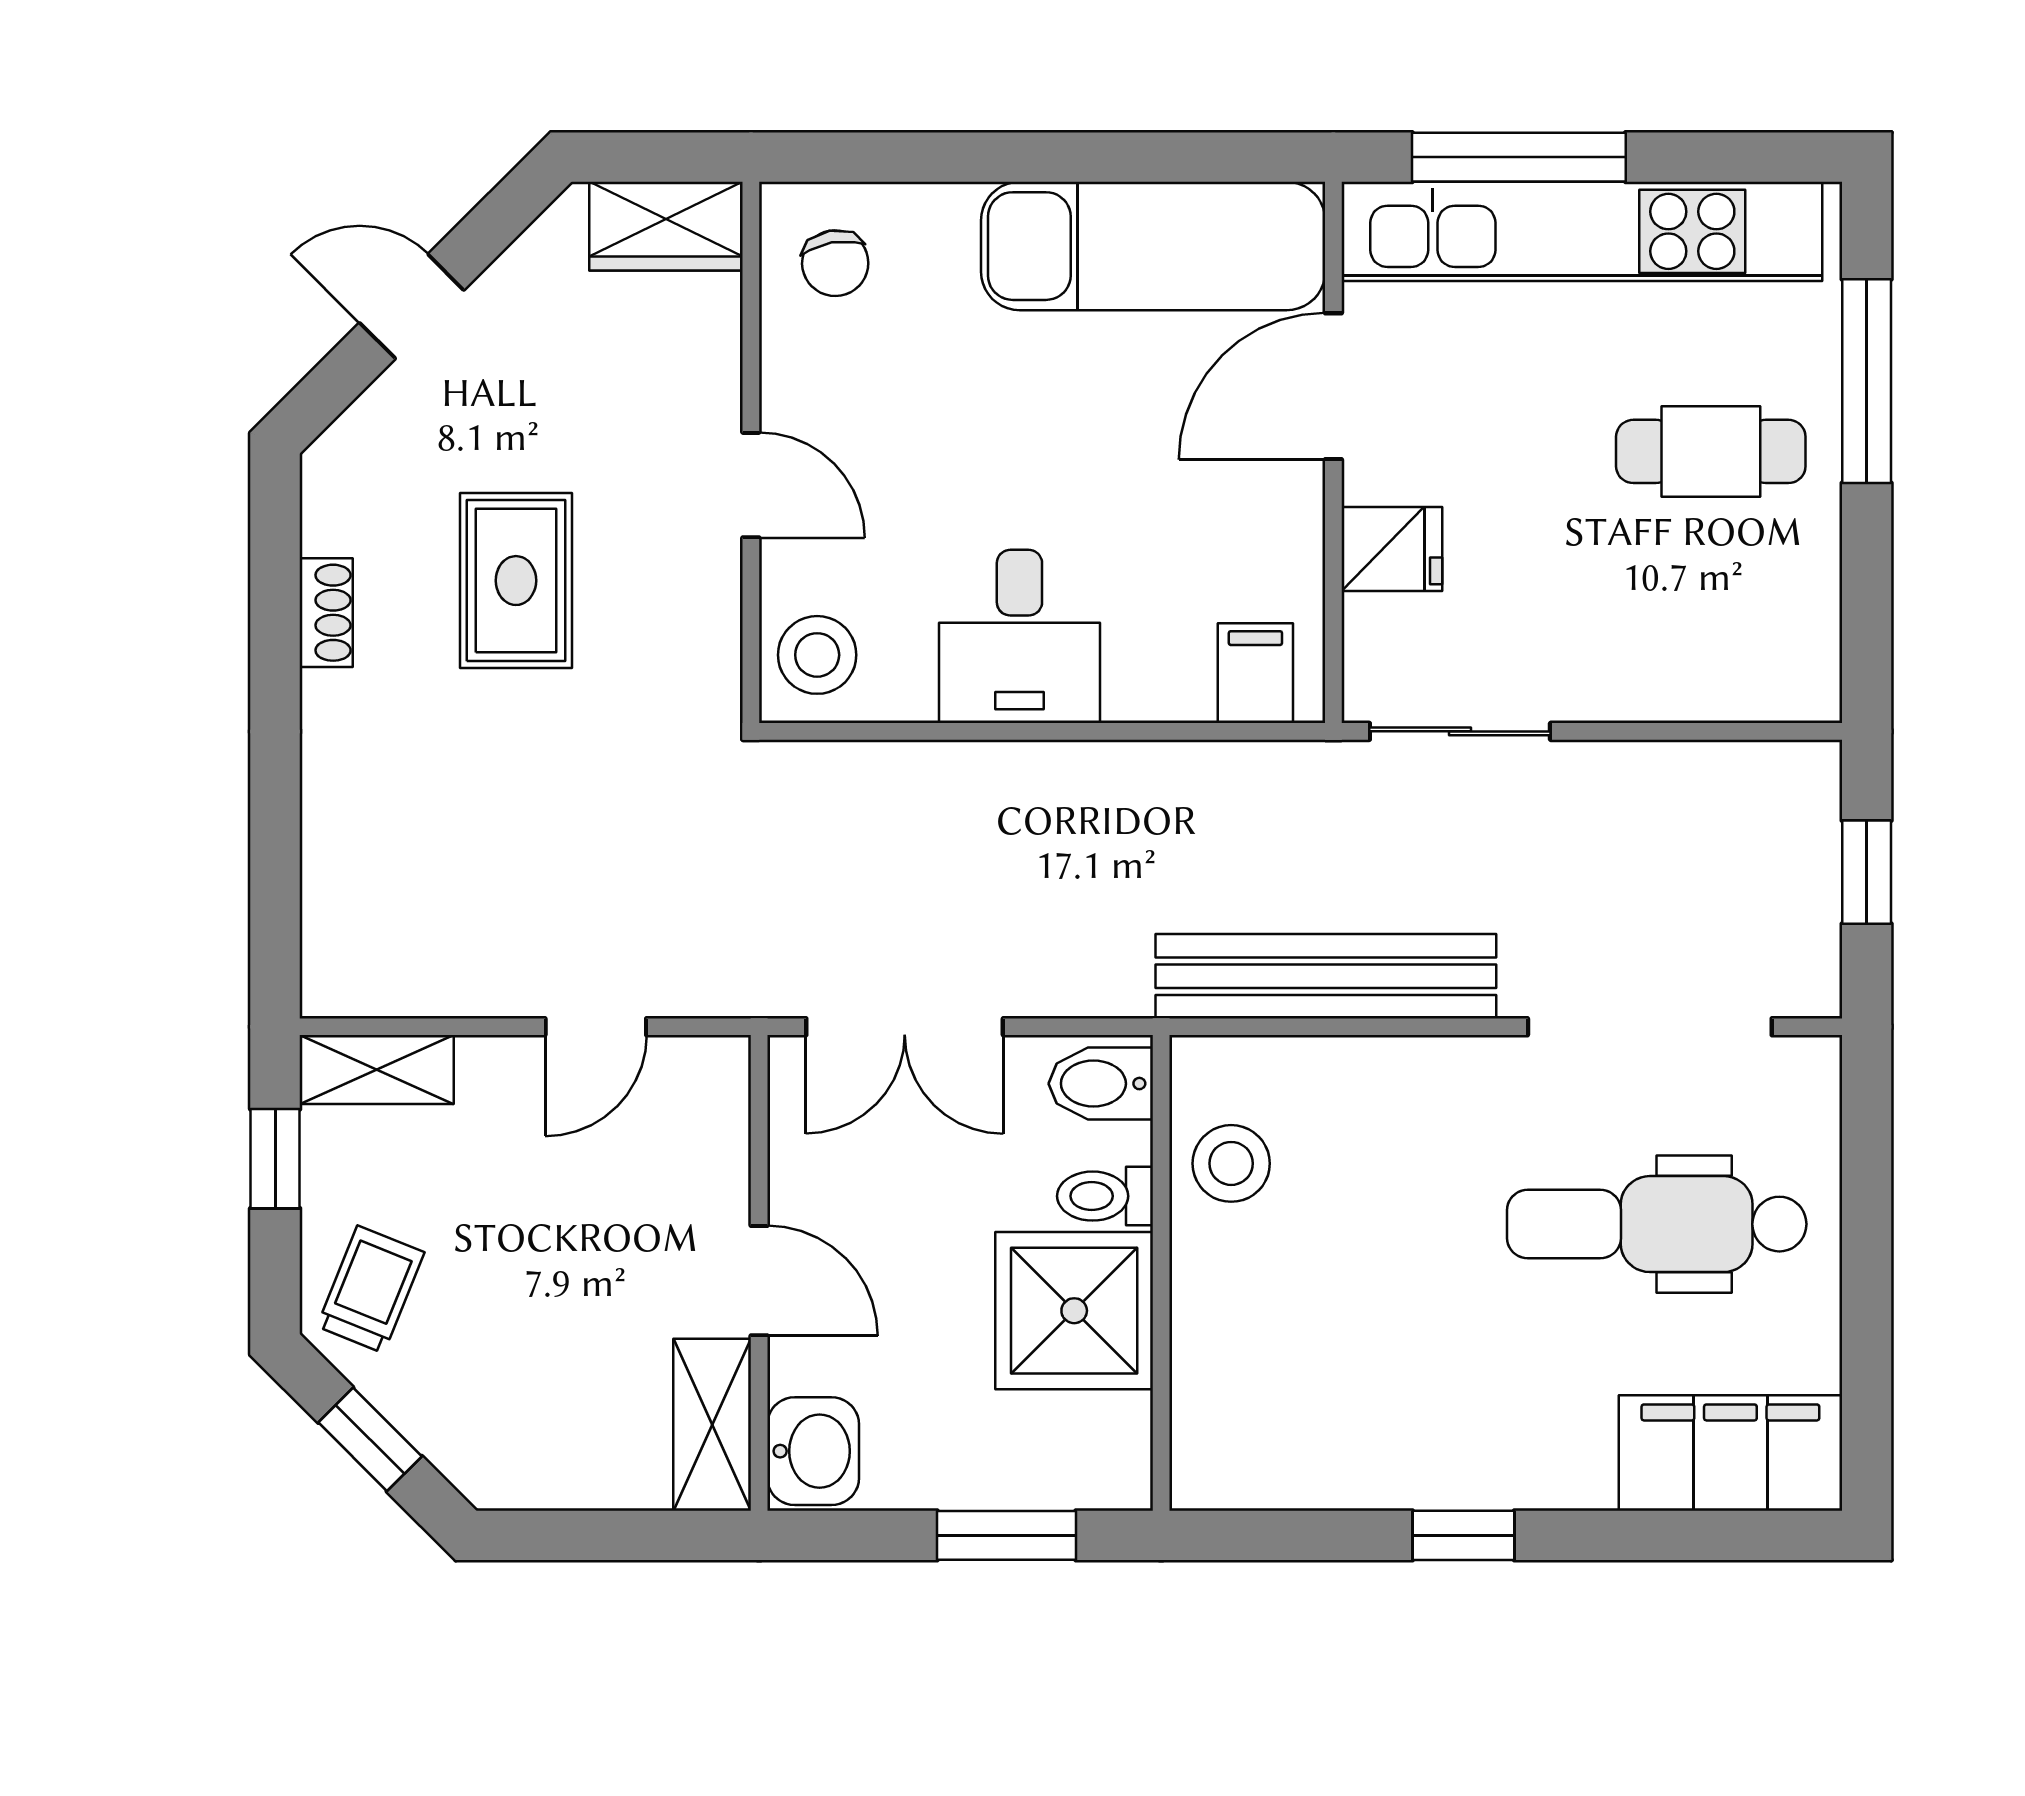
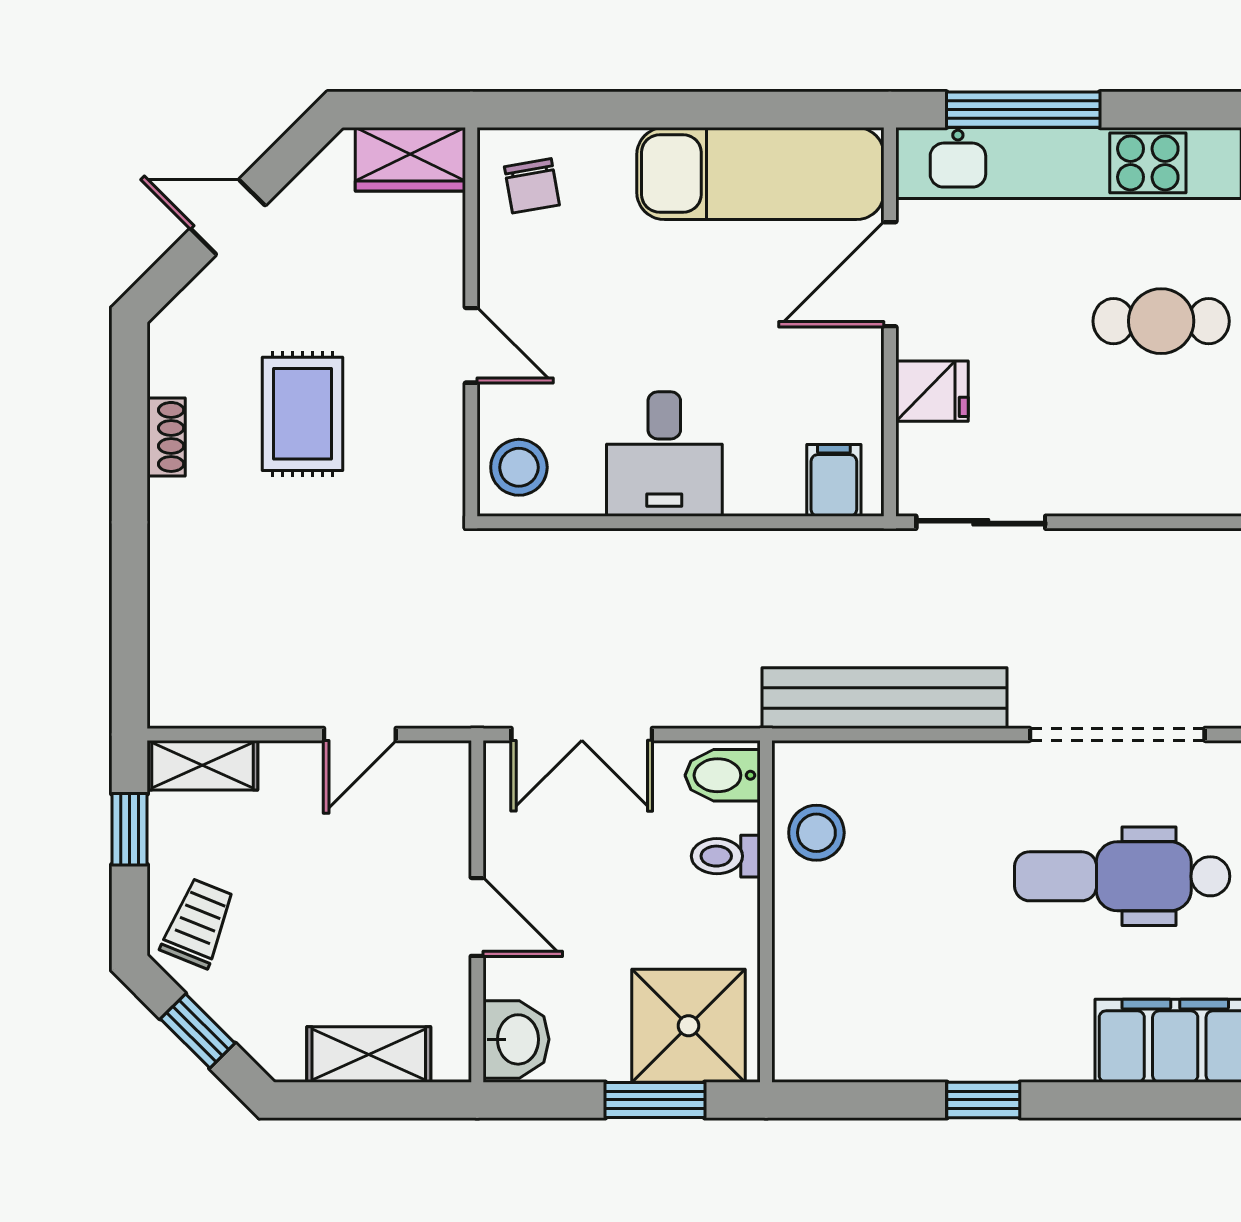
shower: (1074, 1311) -> (688, 1026), moved
shelving: (712, 1425) -> (369, 1054), moved, turned 90

